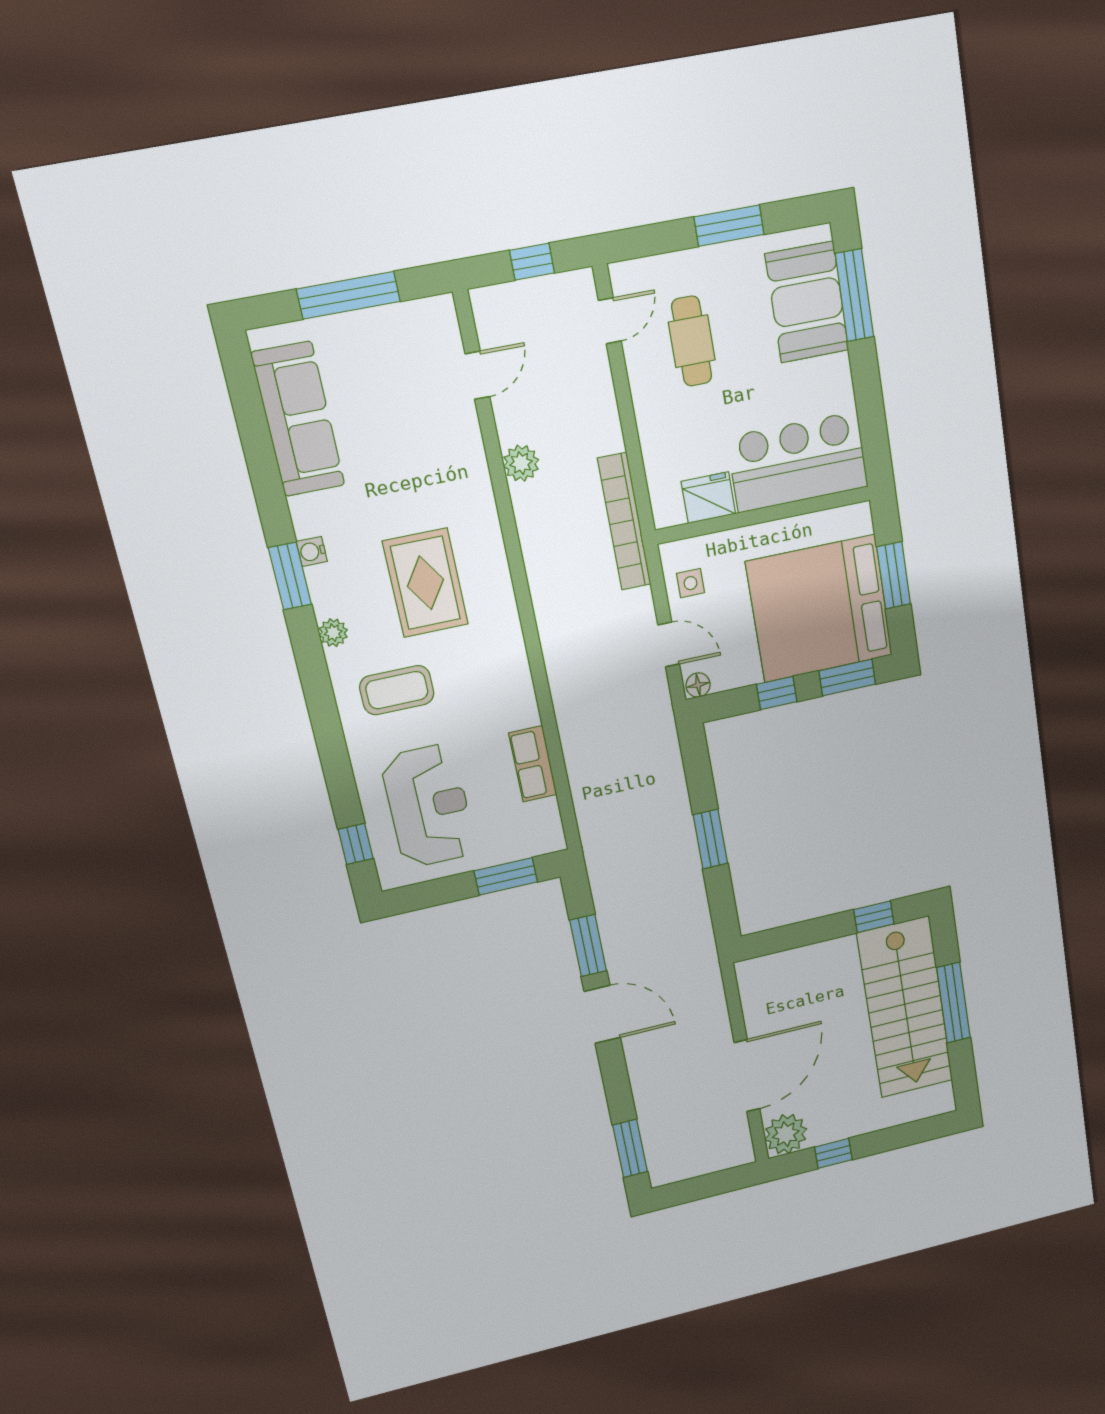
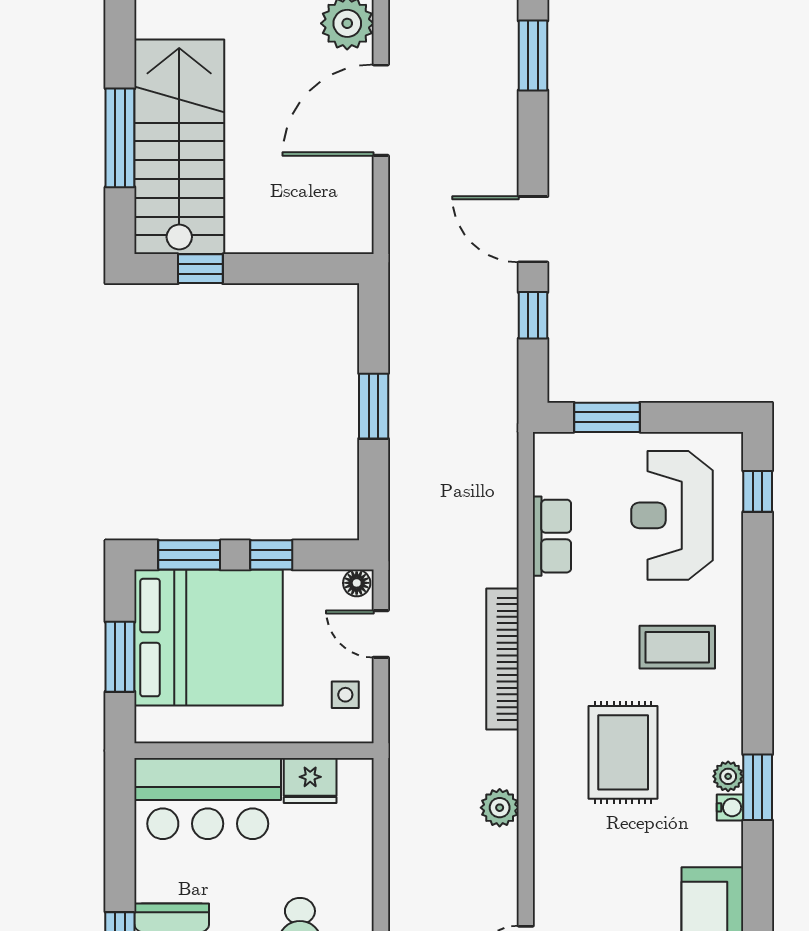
plant: (521, 463) -> (500, 808), moved
bookcase: (624, 522) -> (502, 659), moved, turned 180
plant: (333, 633) -> (728, 776), moved
window: (588, 946) -> (533, 315), width x0.67

